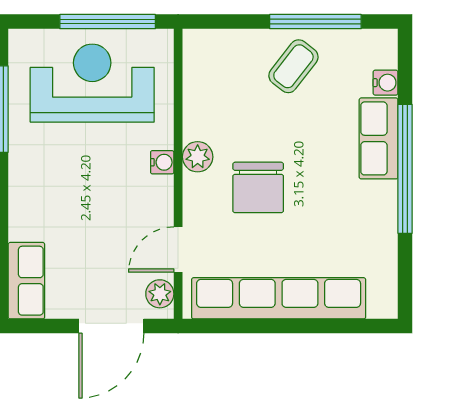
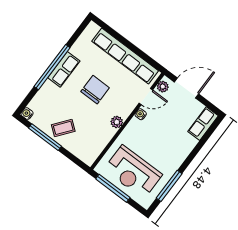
water cooler: (386, 83) -> (27, 114), moved
row of seats: (379, 138) -> (64, 69), moved
water cooler: (162, 162) -> (141, 114), moved
chair: (258, 187) -> (95, 90), moved

